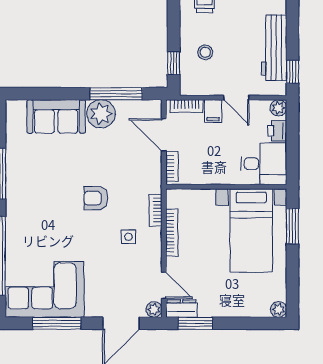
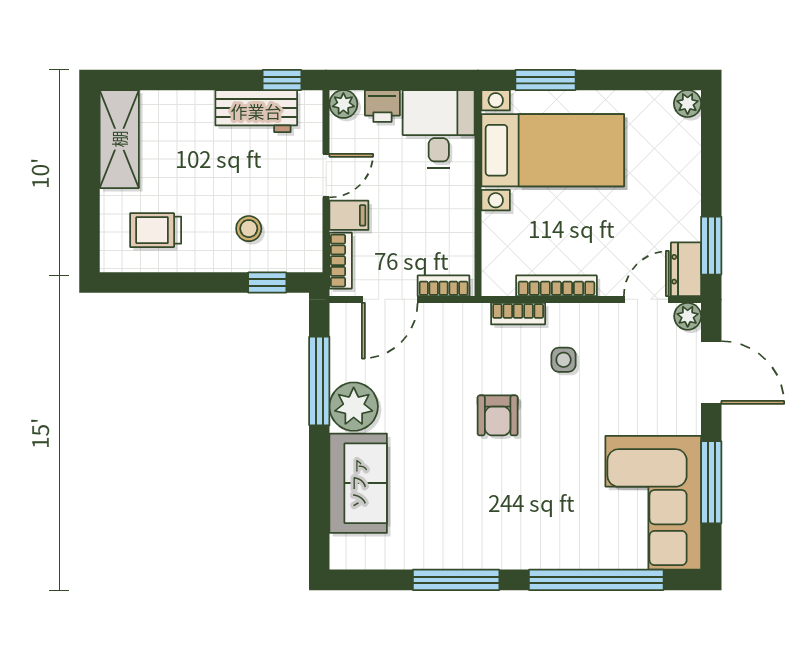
workbench: (274, 48) -> (256, 111), width x0.73

